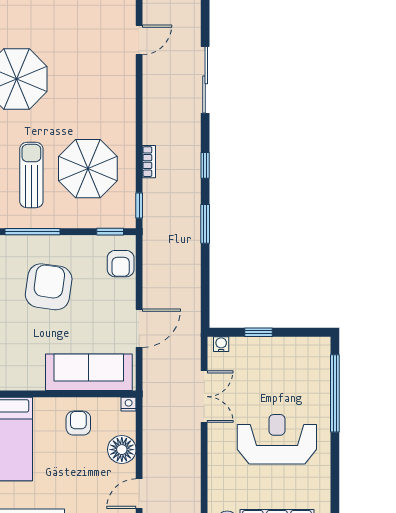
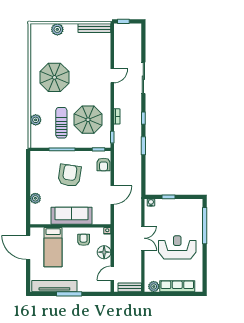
door: (139, 40) -> (112, 76), moved
sofa: (89, 372) -> (72, 216), moved
double door: (204, 397) -> (143, 238), moved

